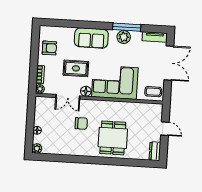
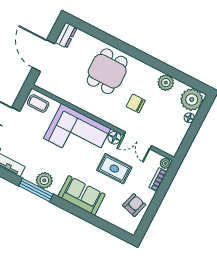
armchair: (49, 48) -> (134, 205), turned 106
double door: (68, 97) -> (138, 141), swing flipped
door: (165, 129) -> (43, 56), width x1.88
plant: (37, 148) -> (192, 100), width x1.87, depth x1.87
plant: (66, 149) -> (166, 83), added

